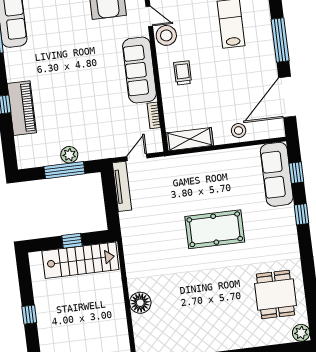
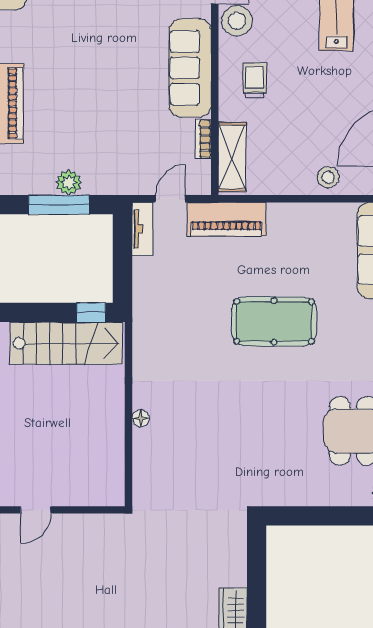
shelving: (190, 139) -> (232, 157), moved, turned 90
piano: (175, 166) -> (226, 219), added
tv unit: (122, 186) -> (142, 229), width x0.71
window: (72, 241) -> (91, 312), moved
floor lamp: (140, 303) -> (141, 418), width x0.53, depth x0.53

